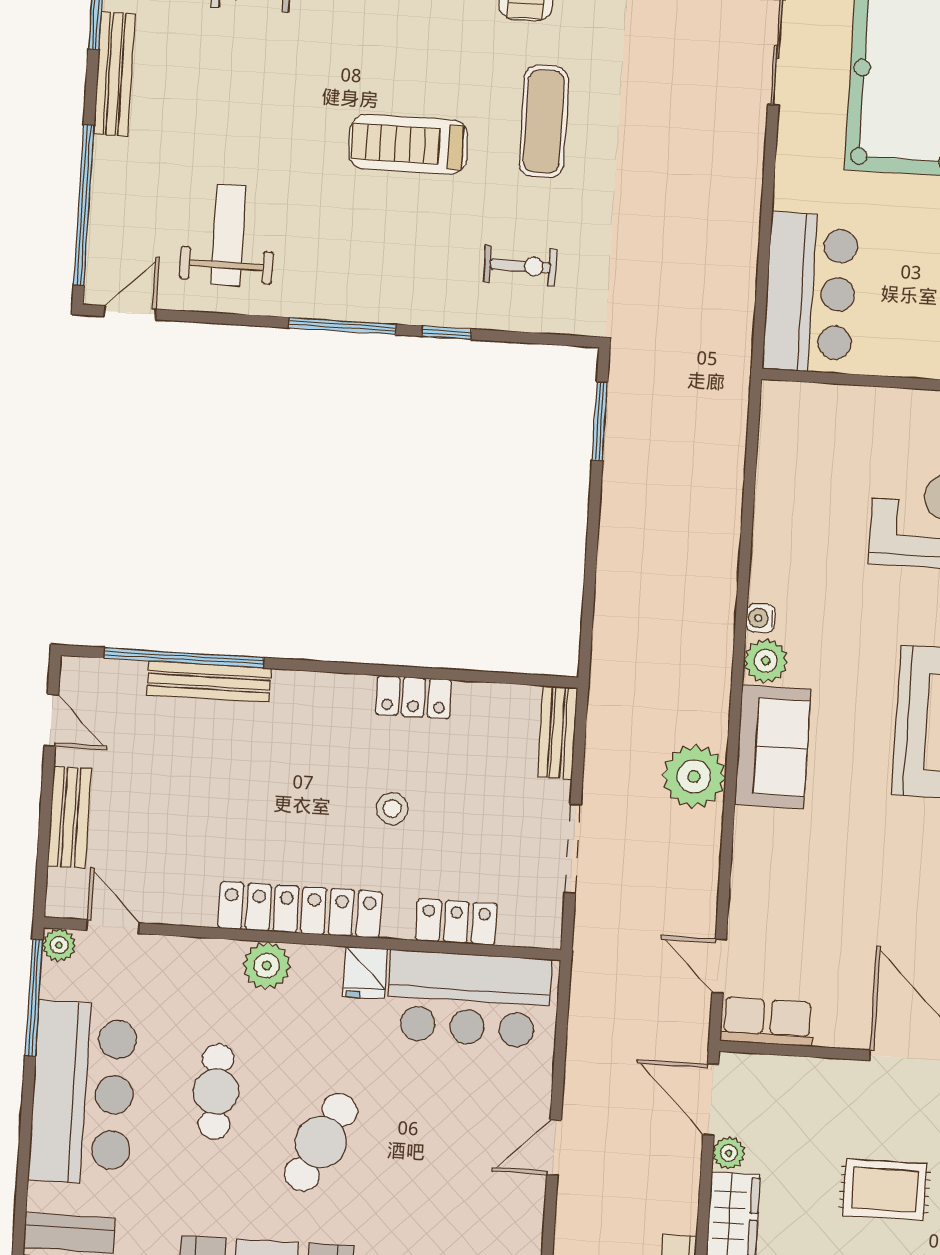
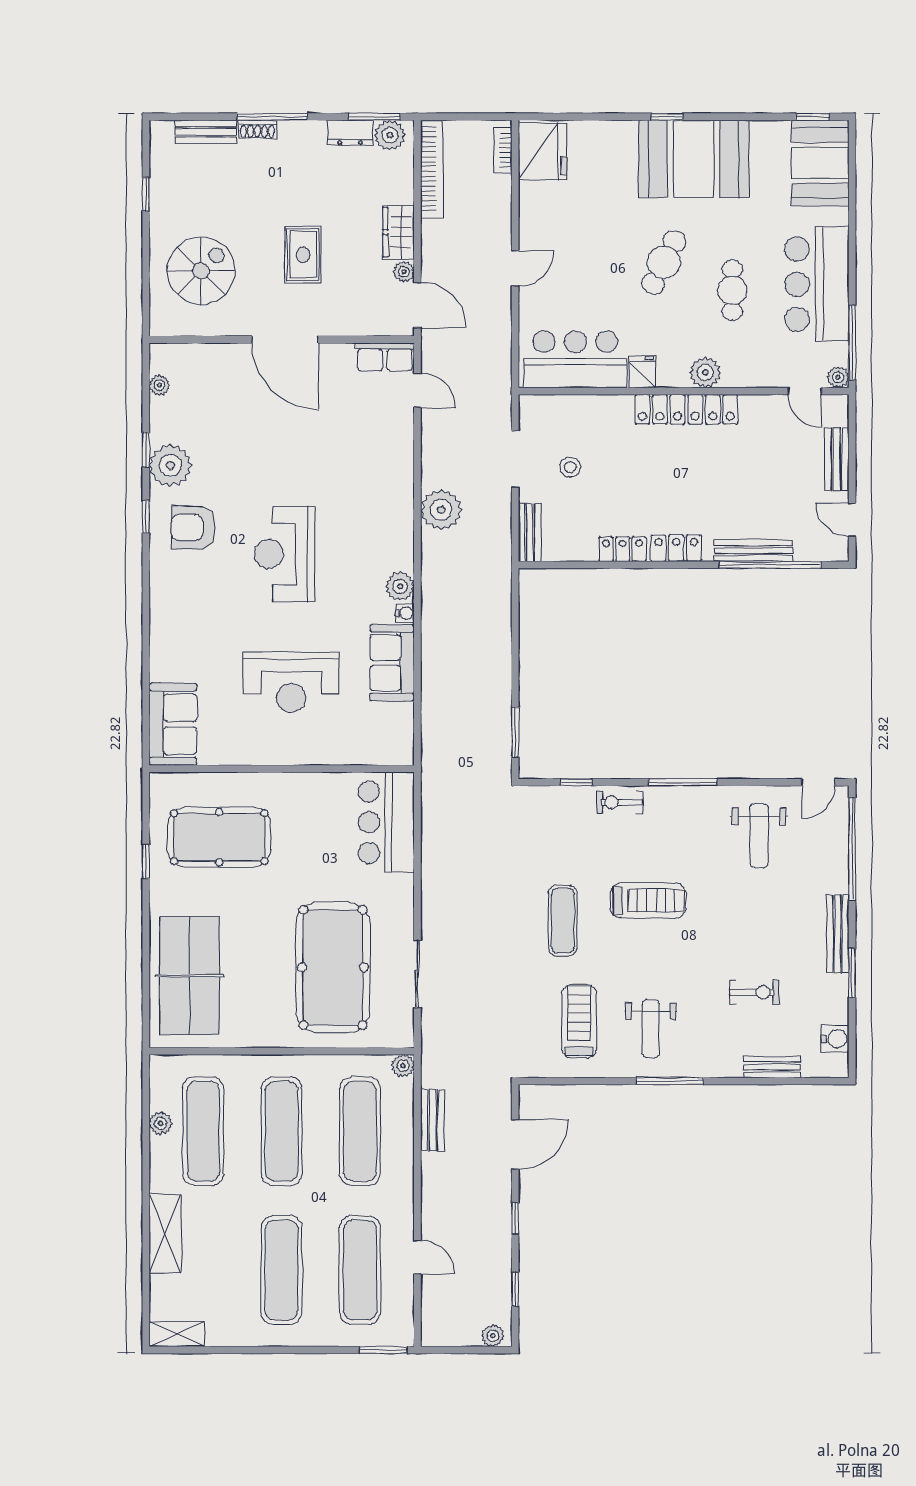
exercise bike: (520, 266) -> (620, 802), moved
window: (446, 333) -> (576, 782), moved
sofa: (773, 747) -> (392, 663), moved
stool: (392, 809) -> (570, 467), moved
locker: (456, 922) -> (676, 548), moved, turned 180
rug: (885, 1190) -> (303, 255), turned 90

